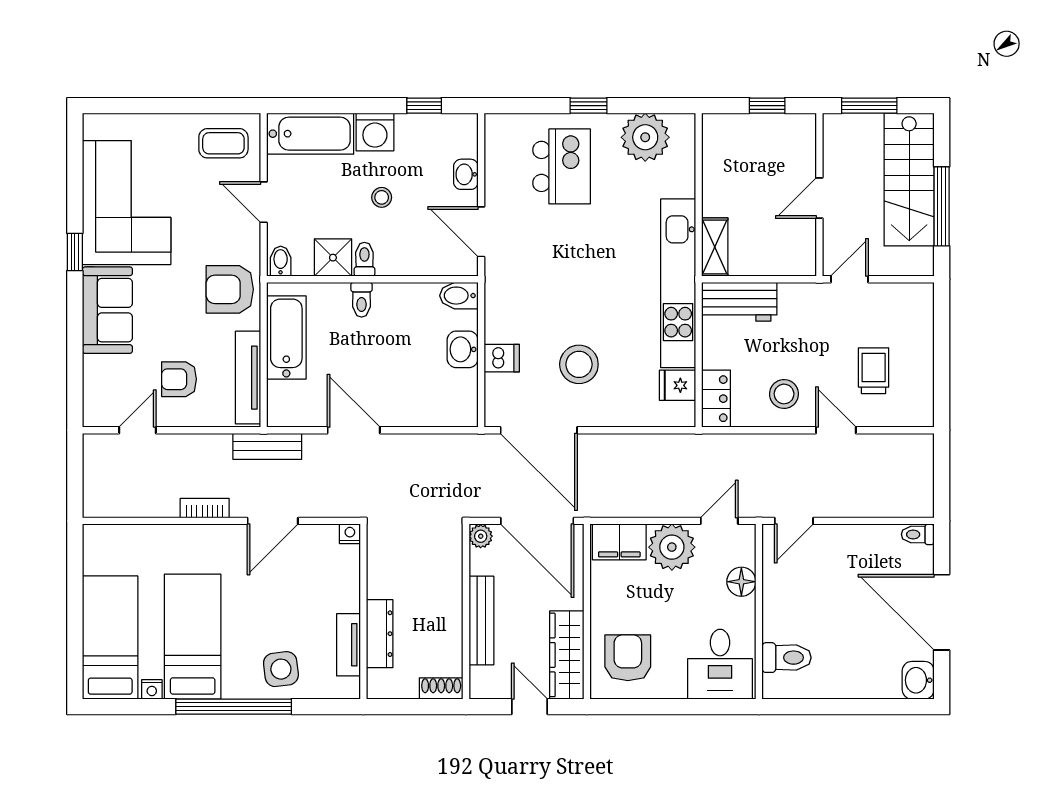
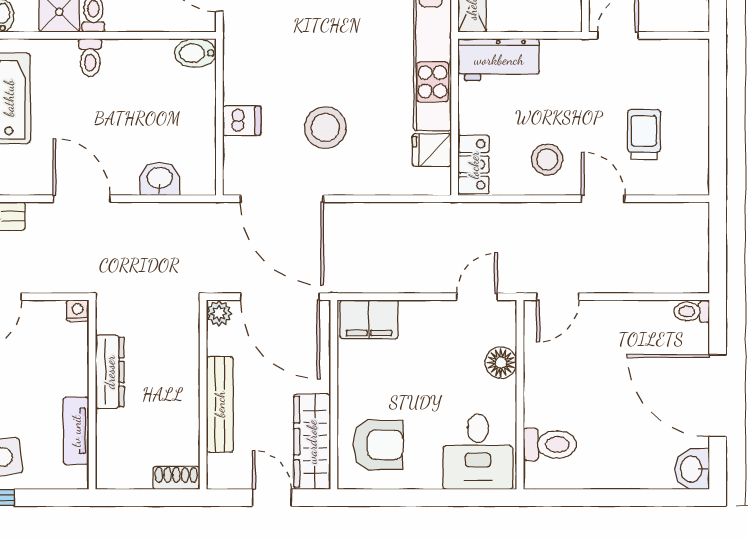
washbasin: (463, 349) -> (160, 179), moved, turned 90
plant: (672, 547) -> (426, 325), removed
dresser: (380, 634) -> (110, 372), moved
armchair: (628, 658) -> (378, 445), turned 90

